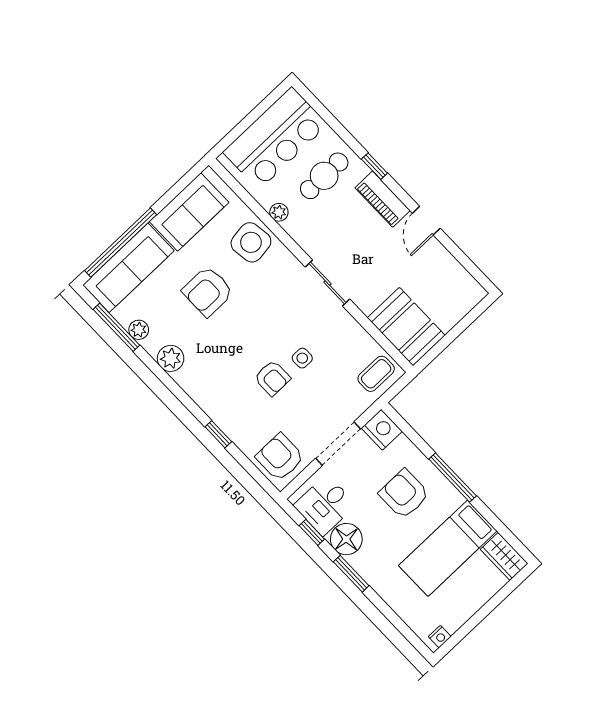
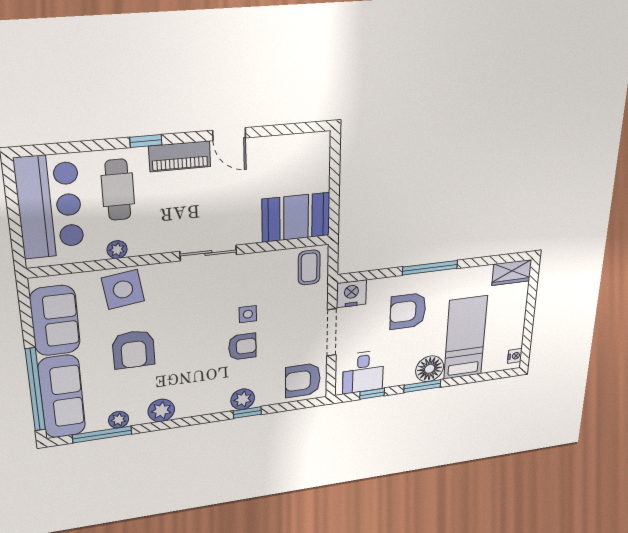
plant: (227, 419) -> (243, 399), added
floor lamp: (346, 539) -> (430, 369), moved
bed: (448, 548) -> (466, 338), moved, turned 180

